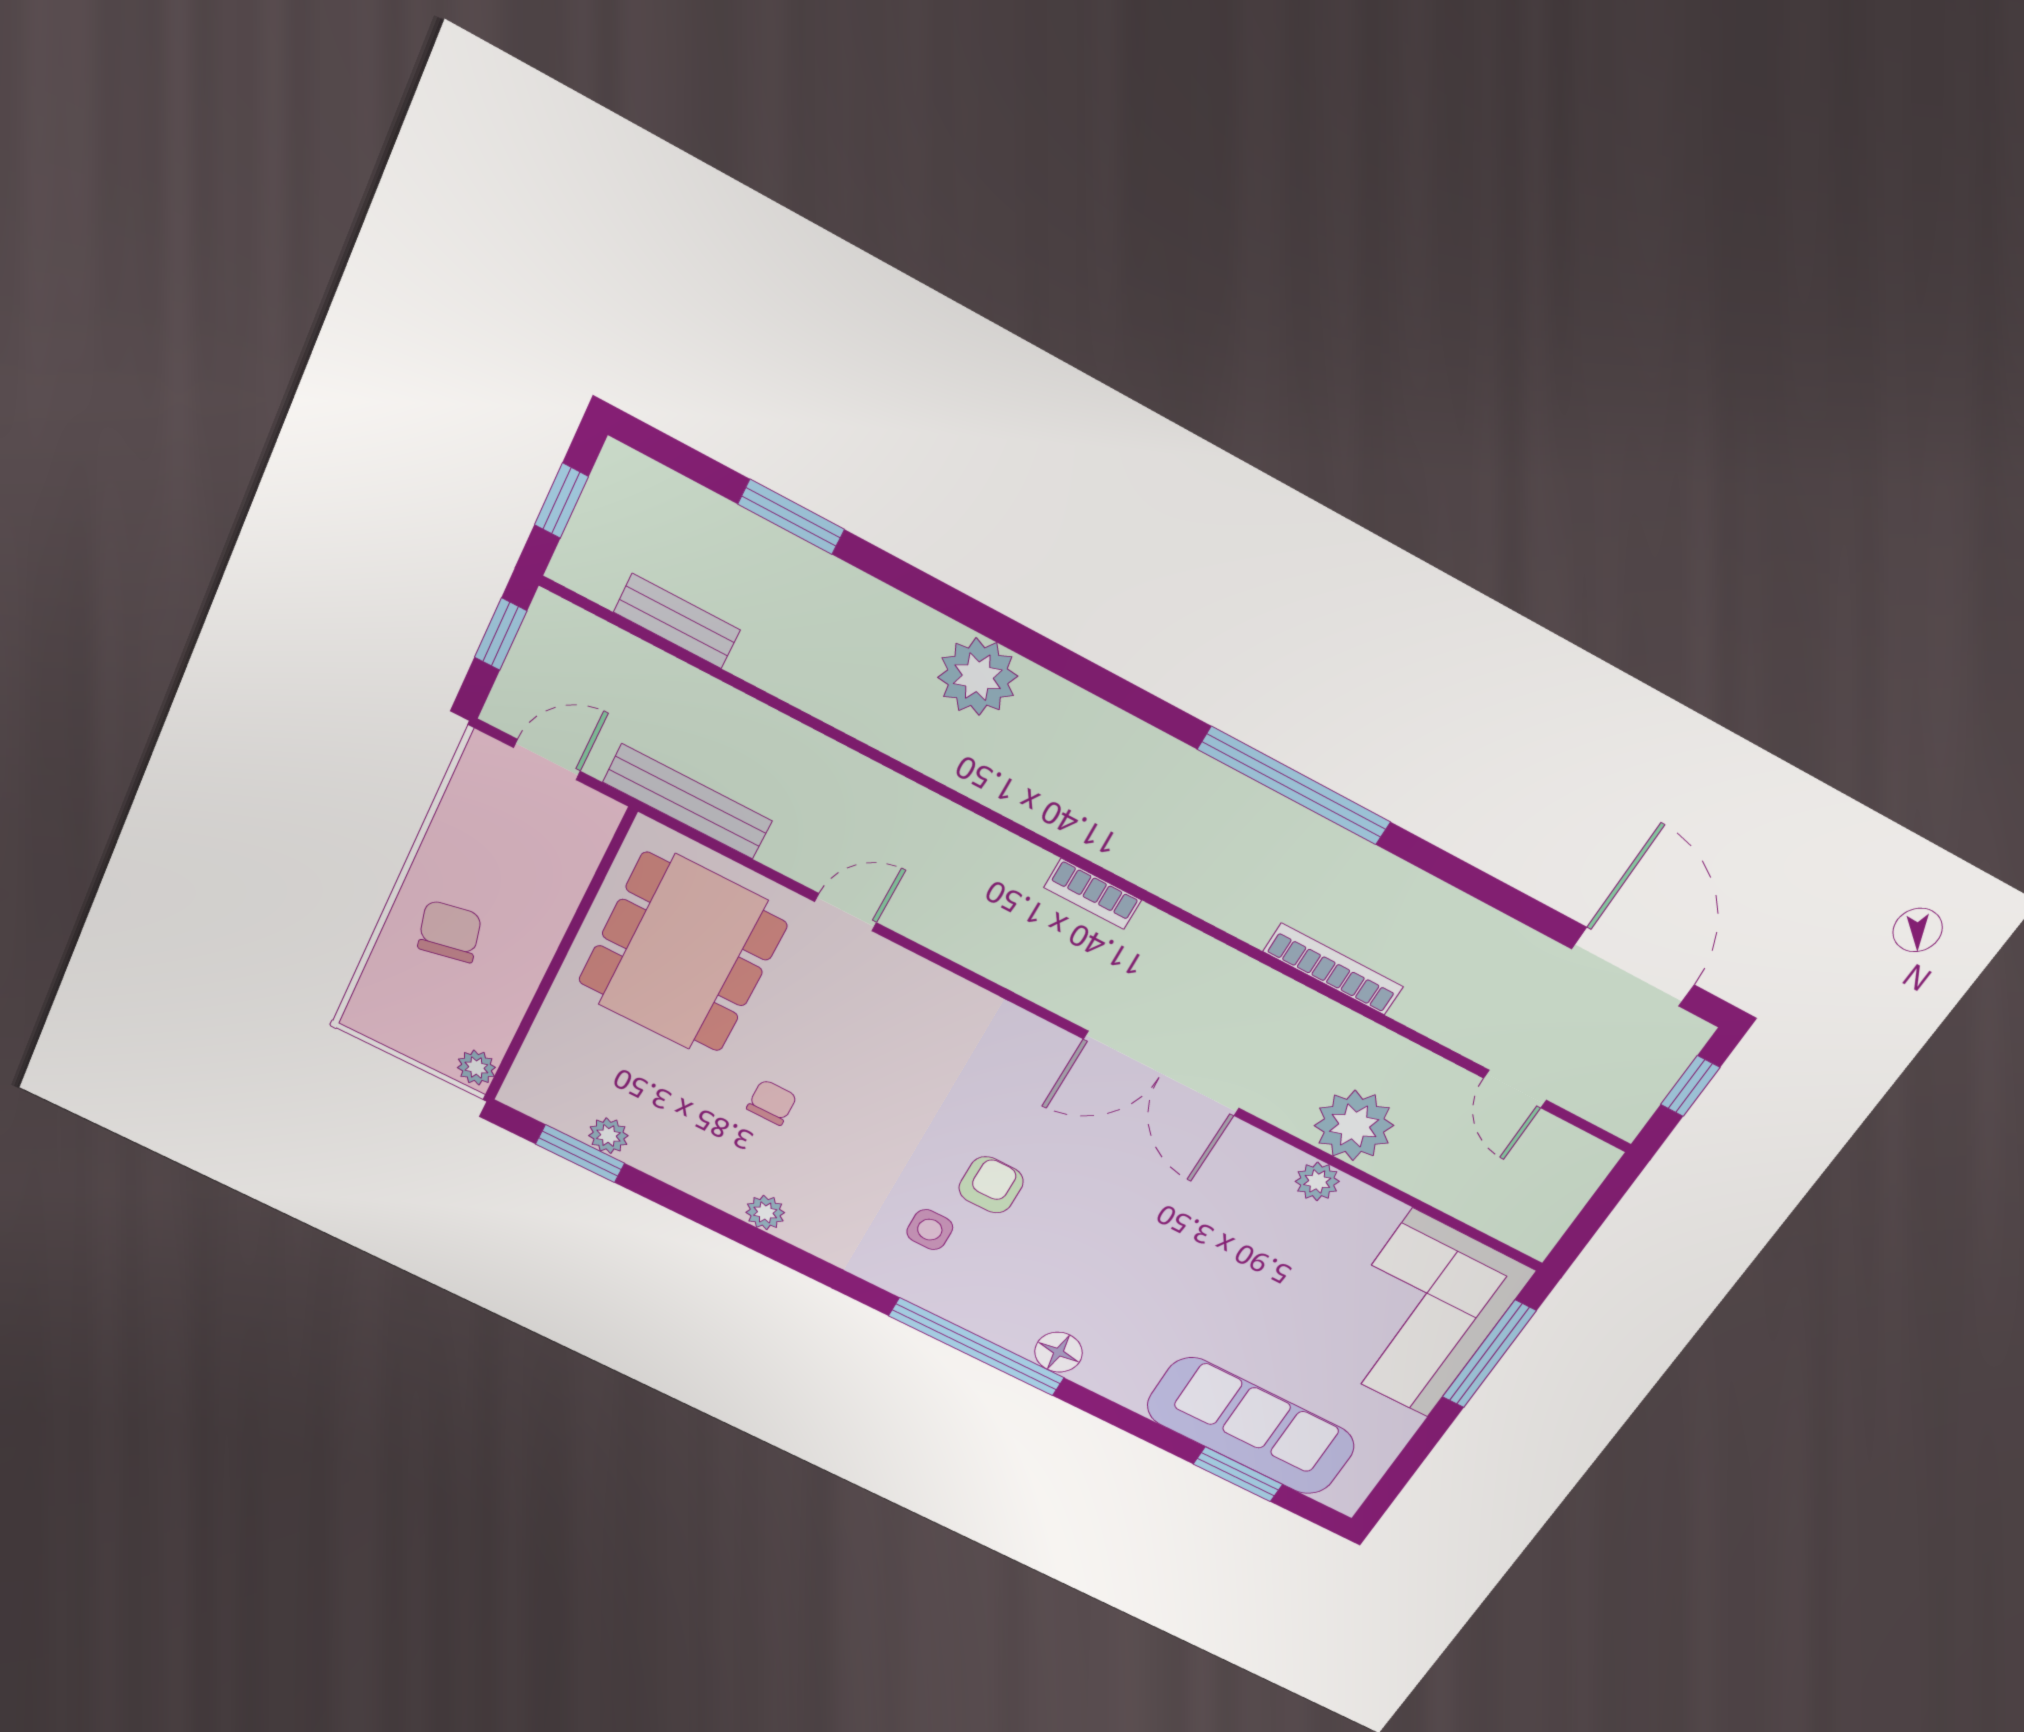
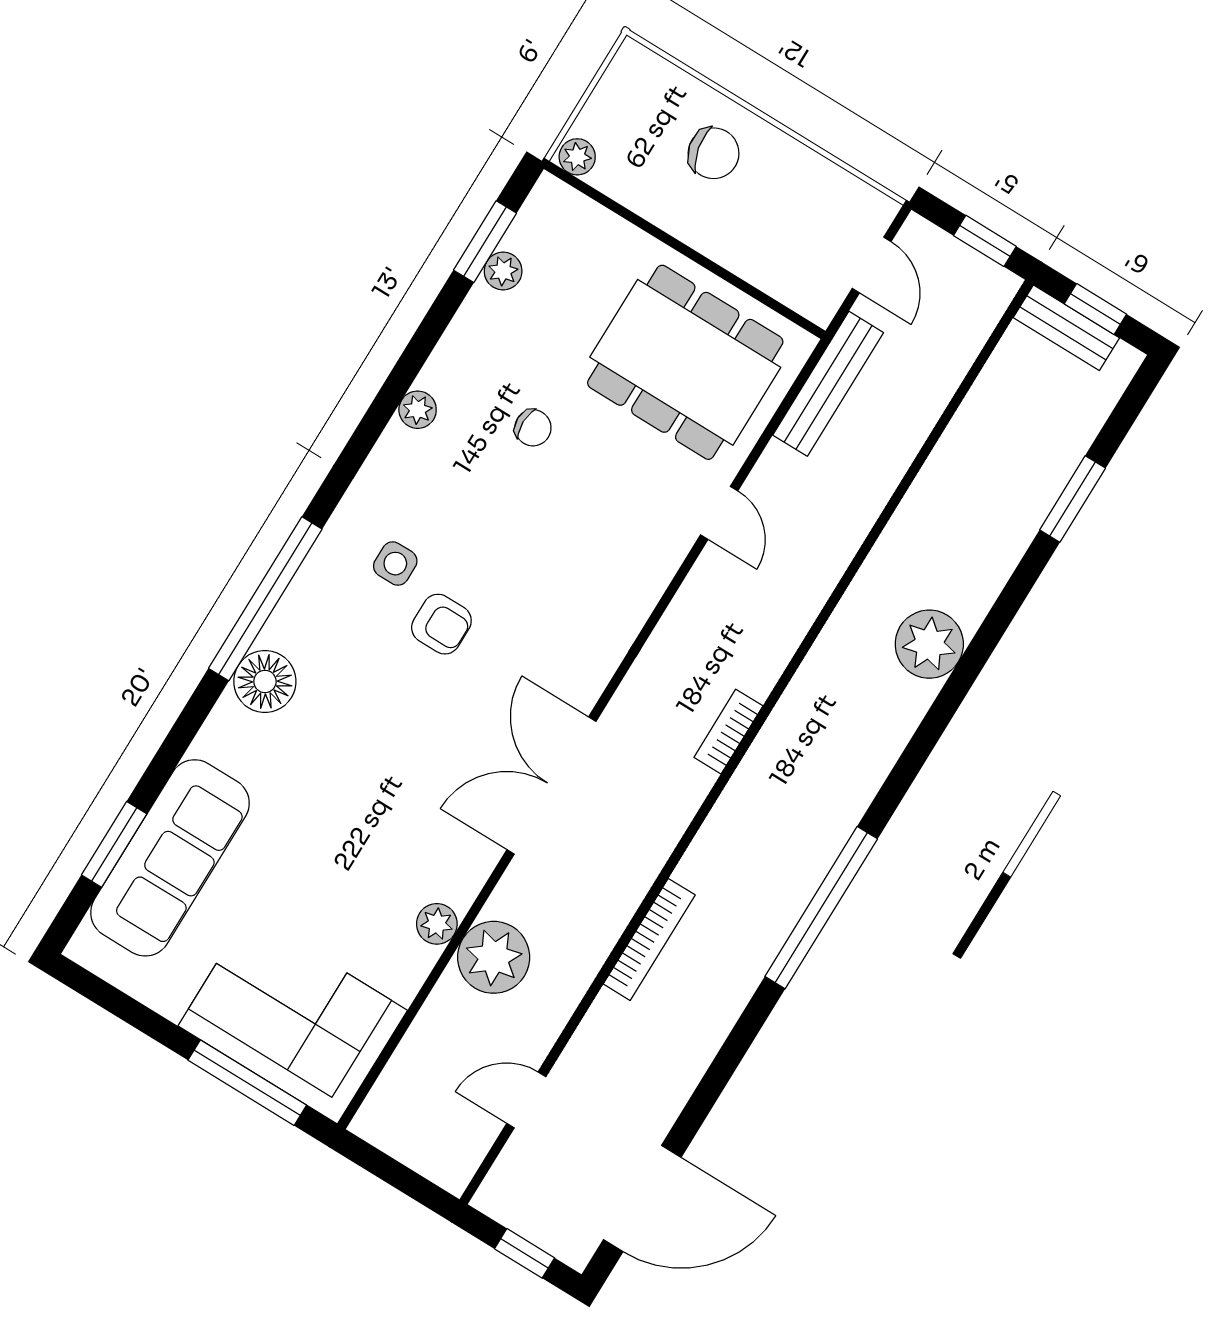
bench: (677, 621) -> (1066, 328), moved, turned 90
floor lamp: (1059, 1352) -> (265, 681), width x1.38, depth x1.38

